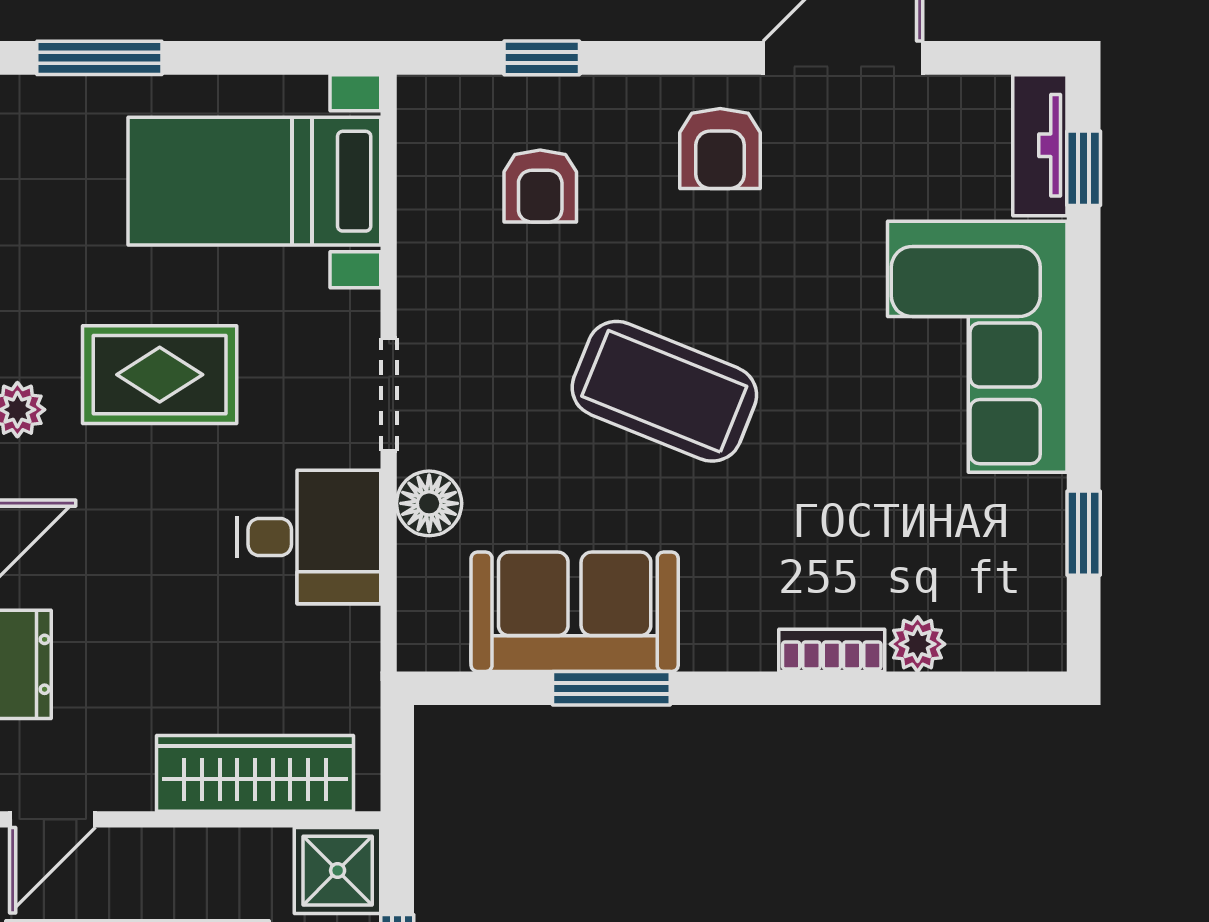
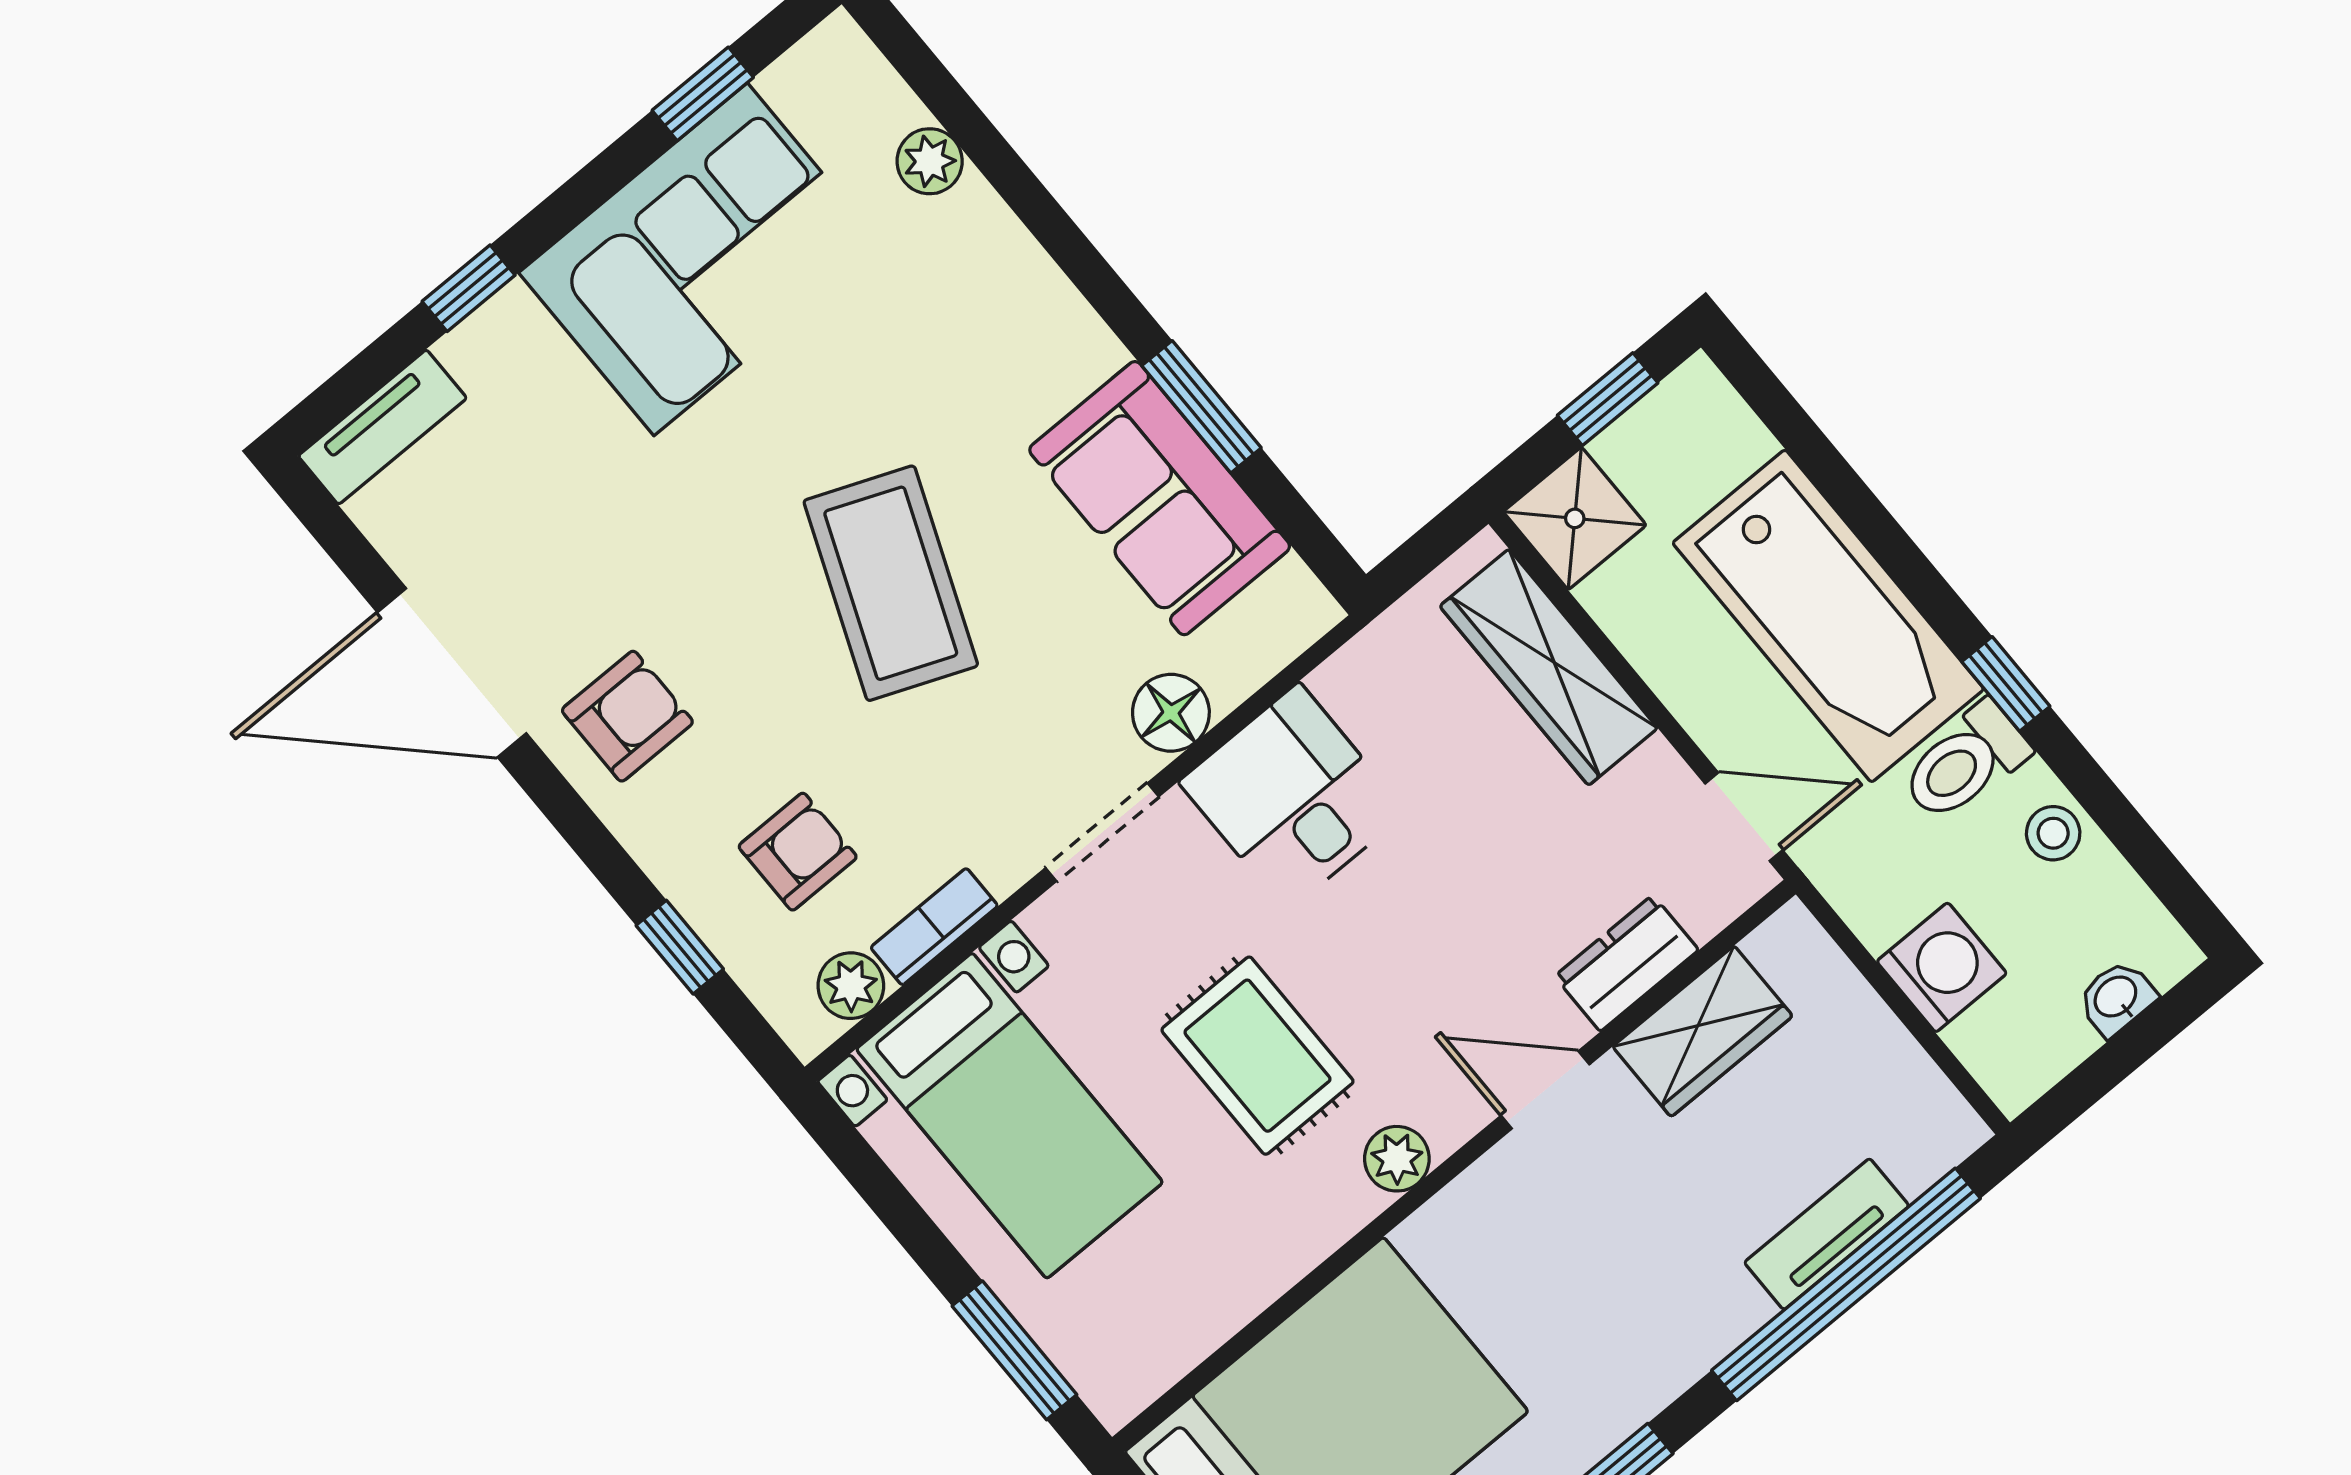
plant: (424, 148) -> (851, 986), added
window: (1084, 168) -> (469, 288), moved
corner sofa: (977, 347) -> (701, 259), moved
bookcase: (832, 650) -> (934, 927), moved, turned 90

